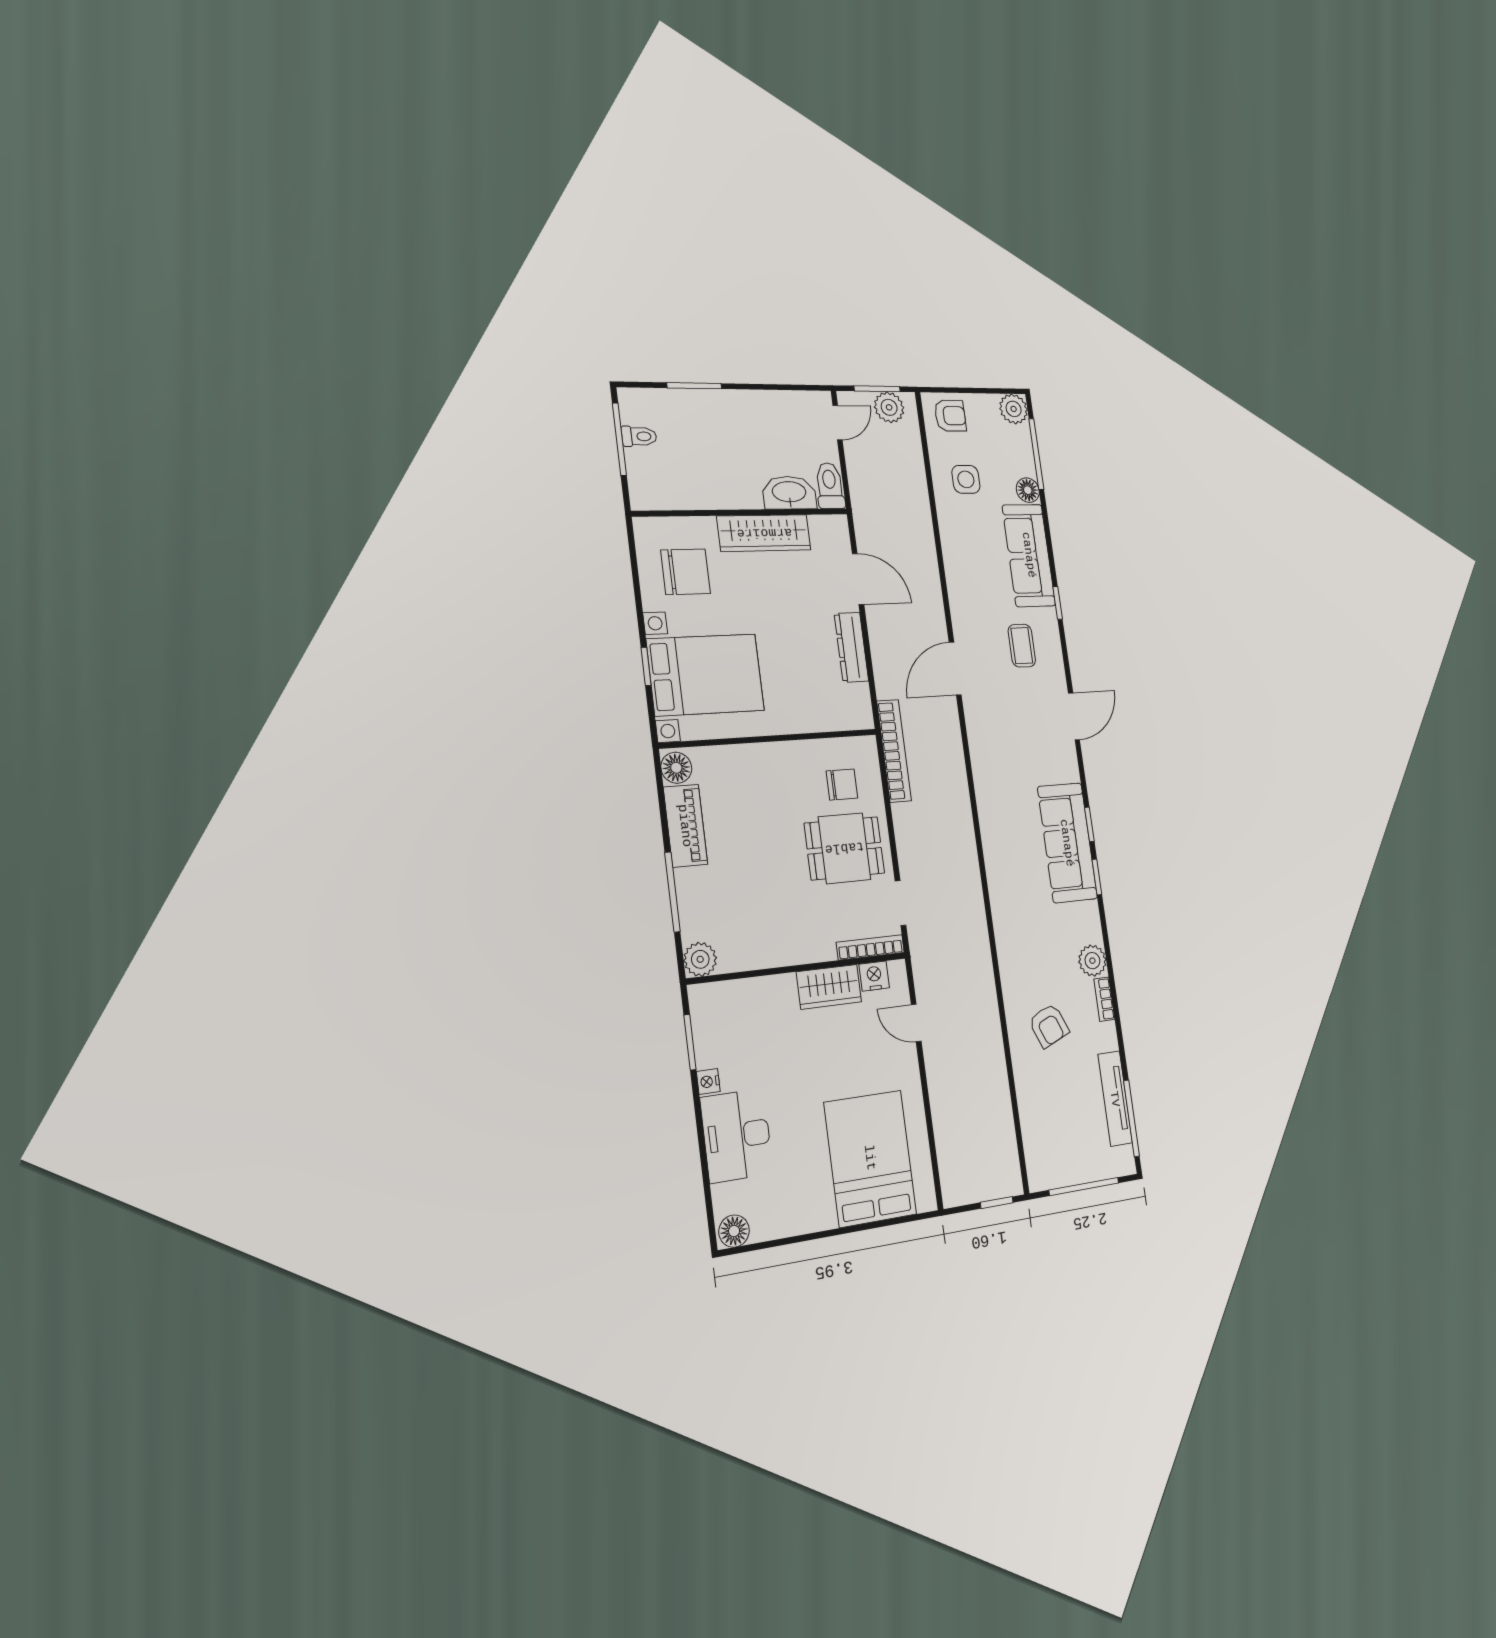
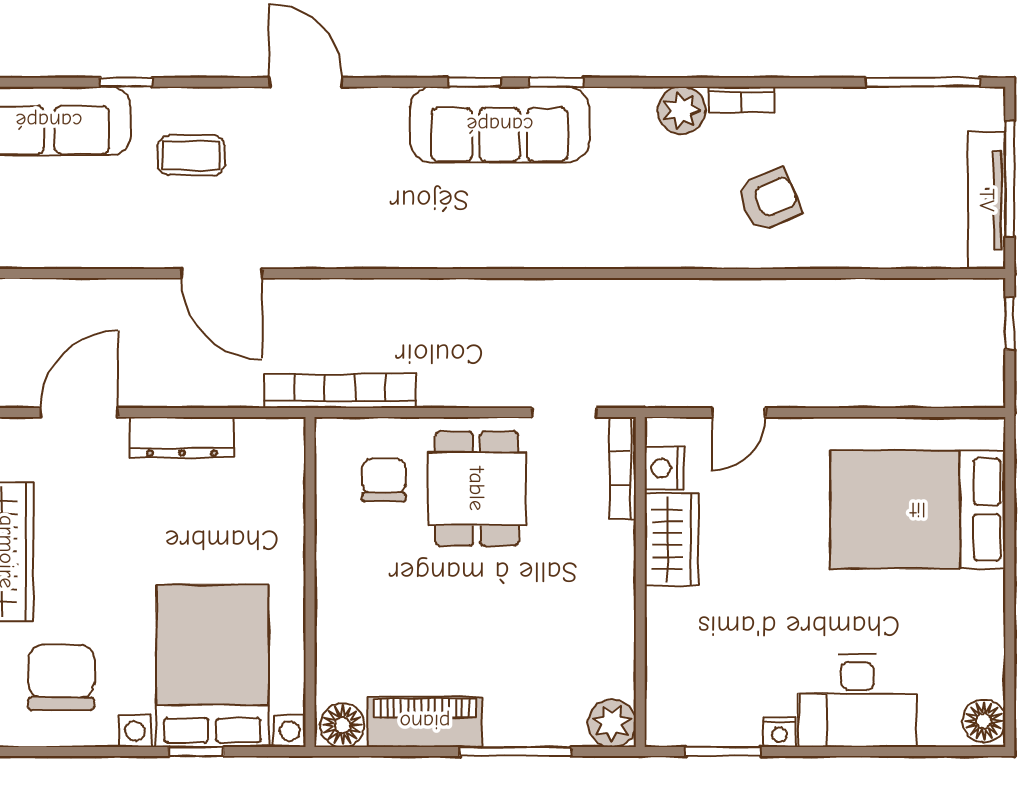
tv unit: (1115, 1099) -> (987, 200), moved, turned 90

